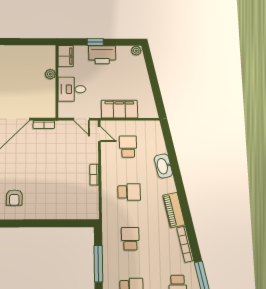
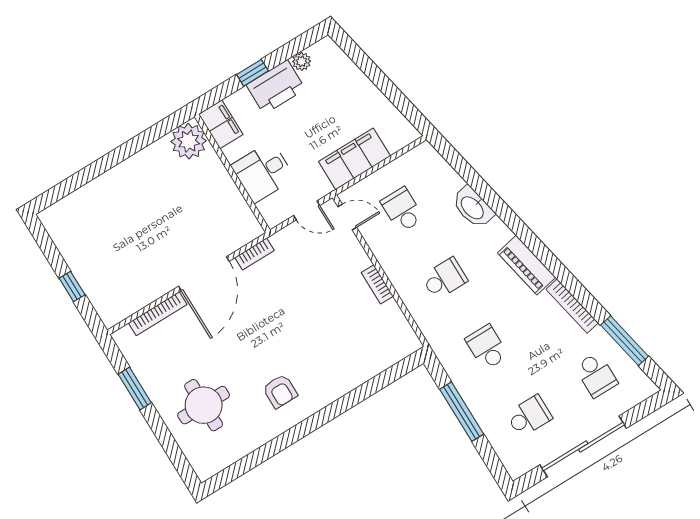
plant: (136, 51) -> (302, 61), moved
plant: (50, 74) -> (189, 141), moved, width x1.87, depth x1.87

